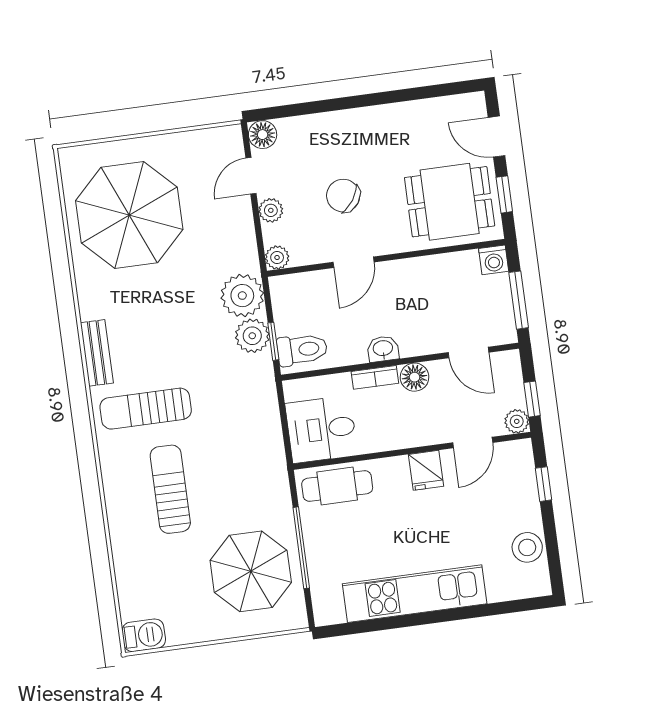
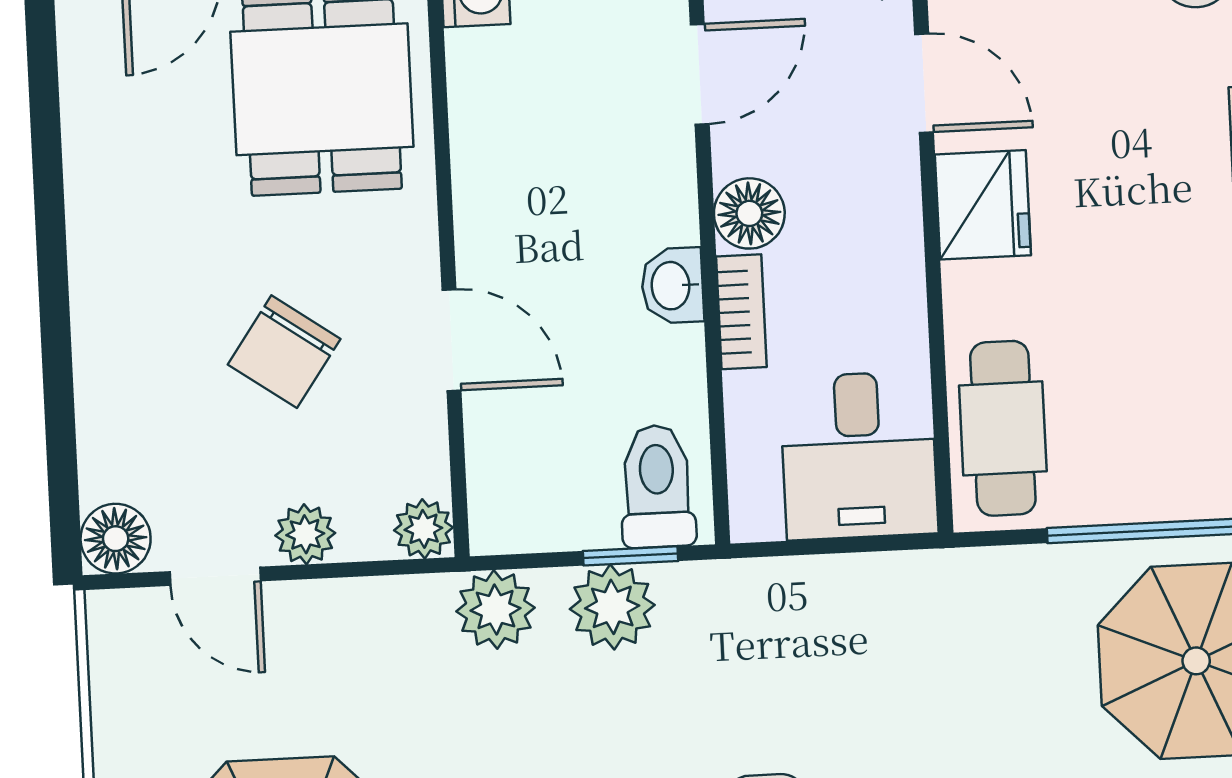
plant: (242, 296) -> (496, 609), width x0.73, depth x0.73
fridge: (426, 470) -> (983, 205), width x1.38

